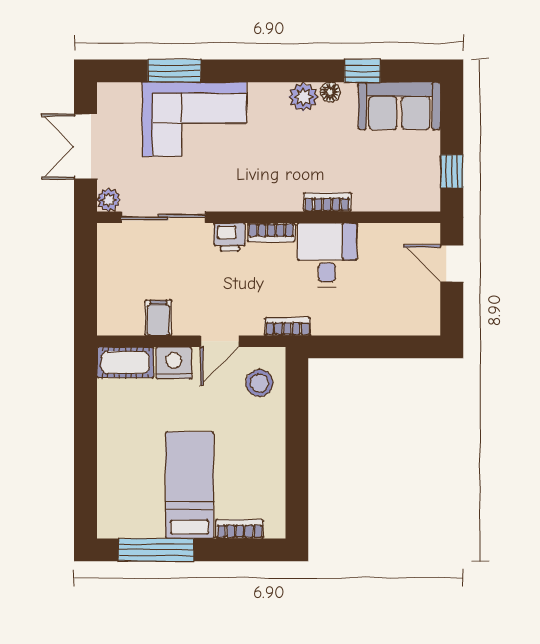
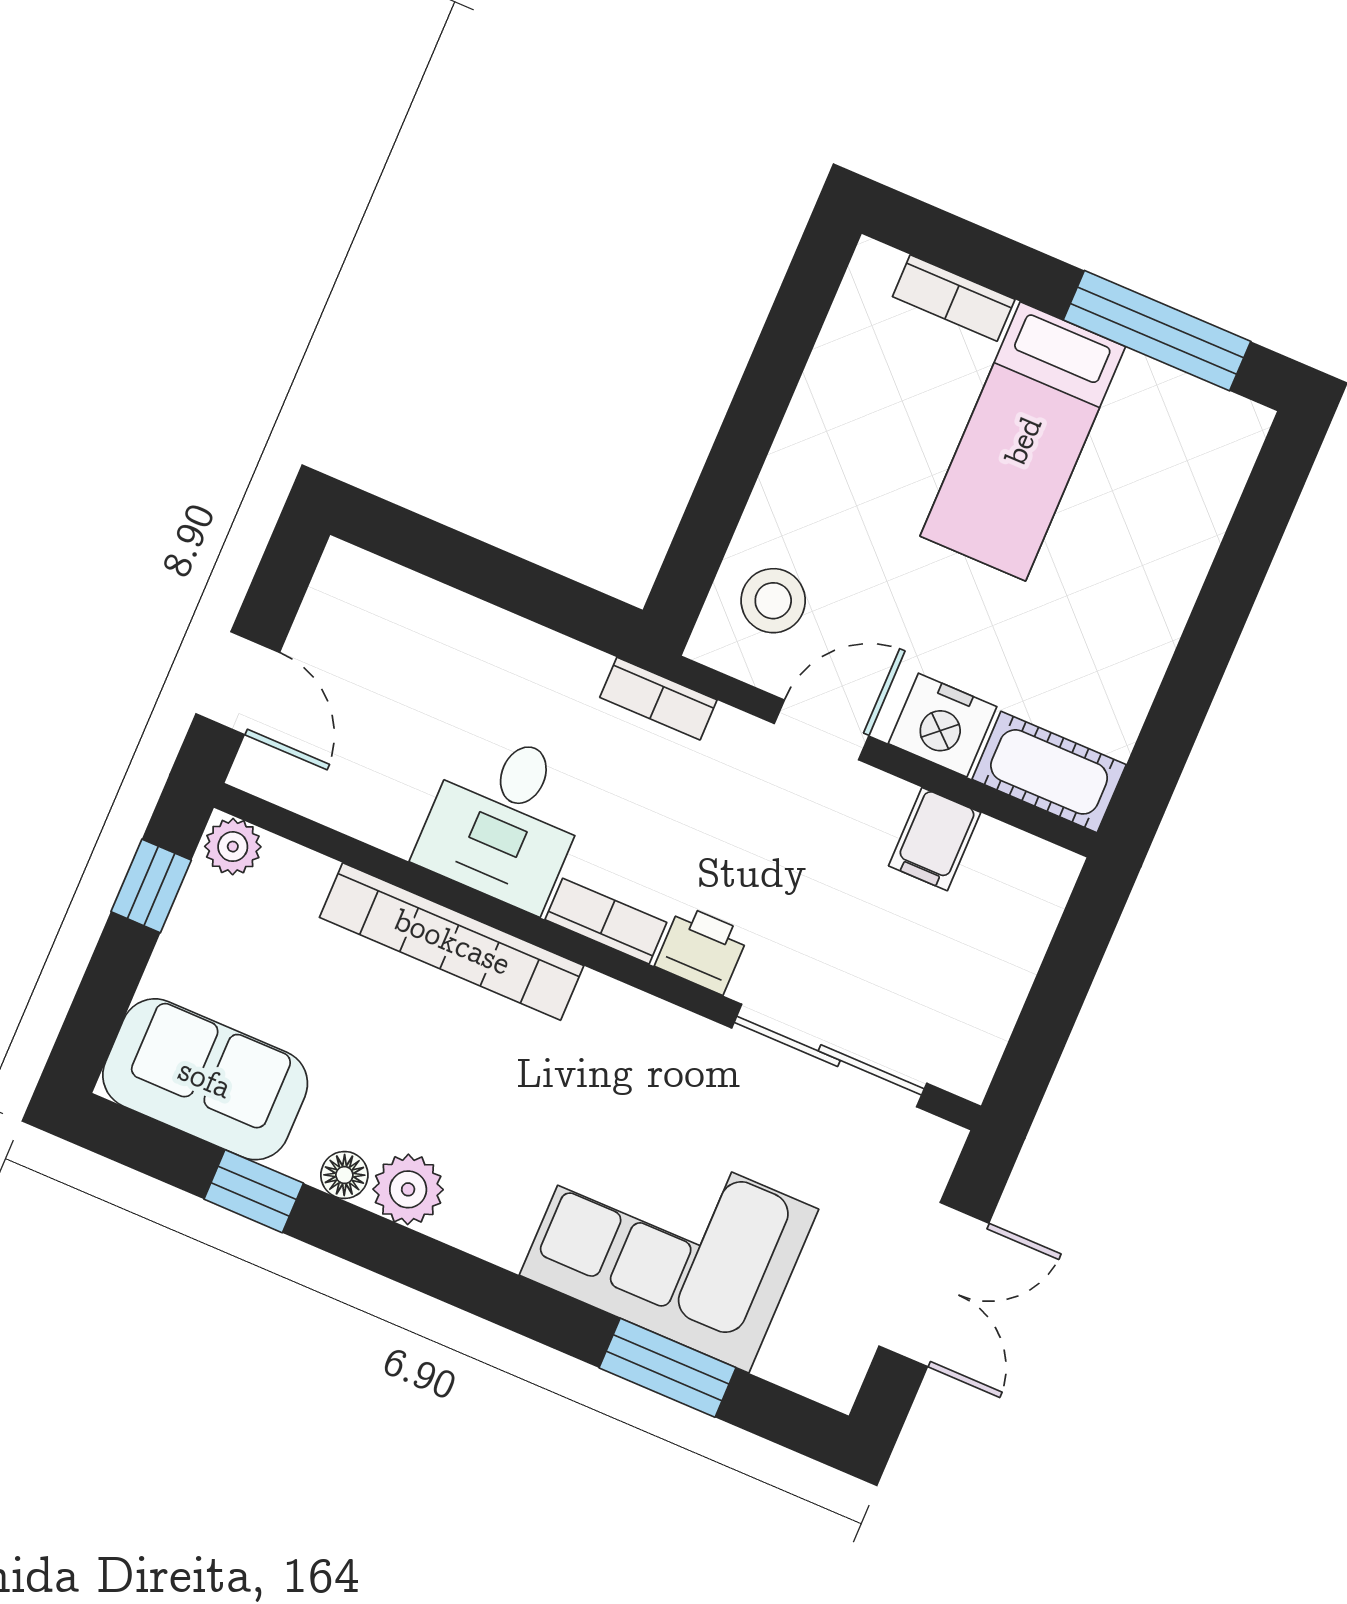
plant: (109, 200) -> (233, 847), moved
bookcase: (327, 202) -> (452, 942), width x2.31, depth x1.31

